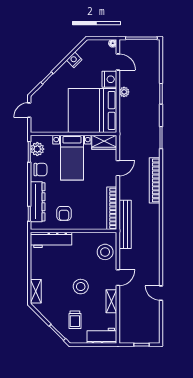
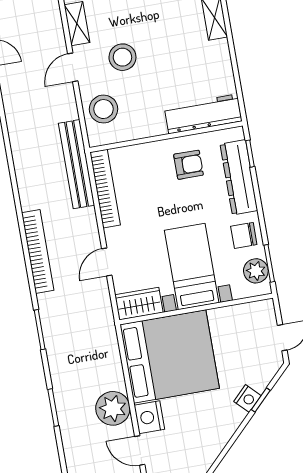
nightstand: (74, 60) -> (247, 399), moved
plant: (124, 92) -> (113, 408), width x1.87, depth x1.87
armchair: (64, 213) -> (188, 165), turned 90
stool: (81, 287) -> (122, 57), moved

